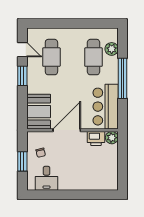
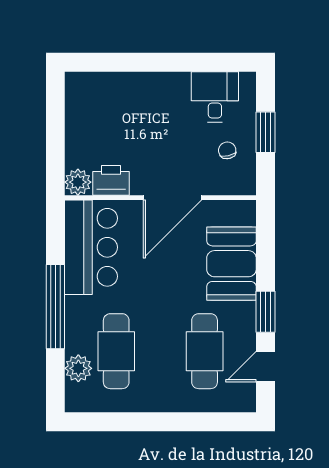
door: (22, 50) -> (265, 367), hinge flipped
booth: (39, 112) -> (231, 264), moved

